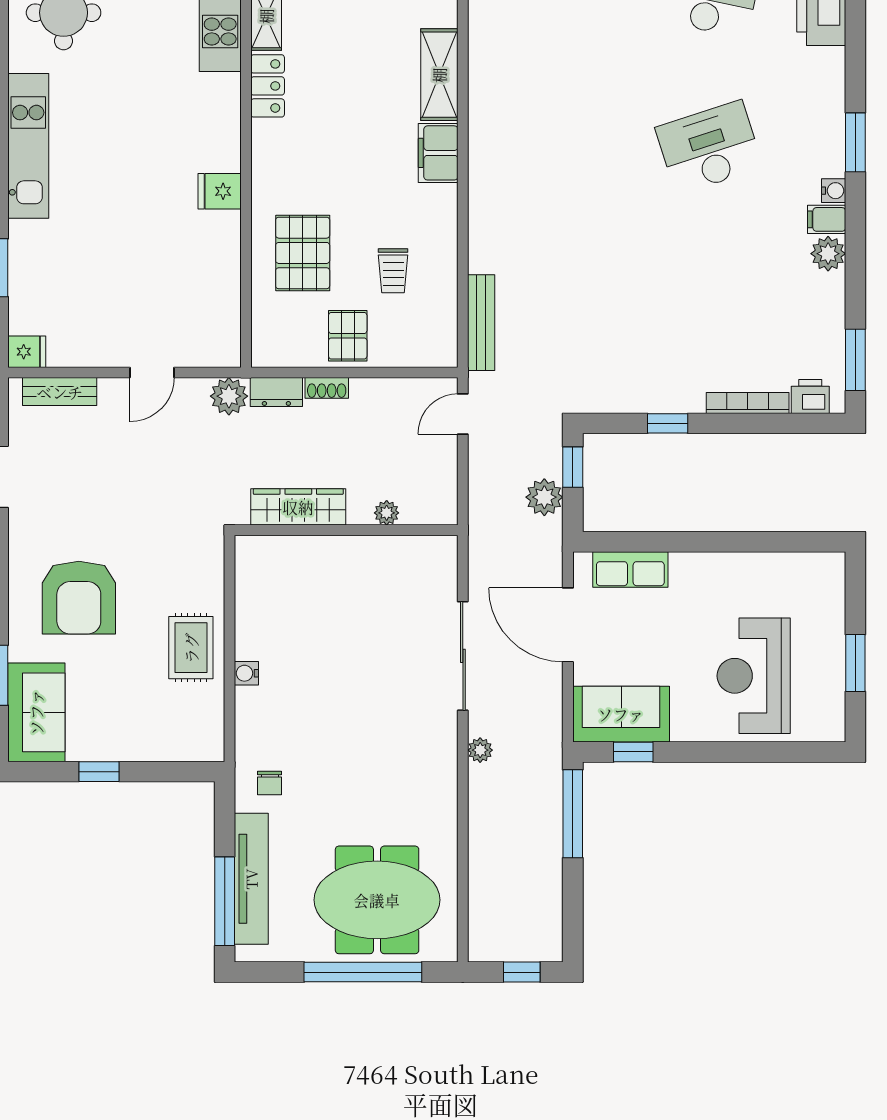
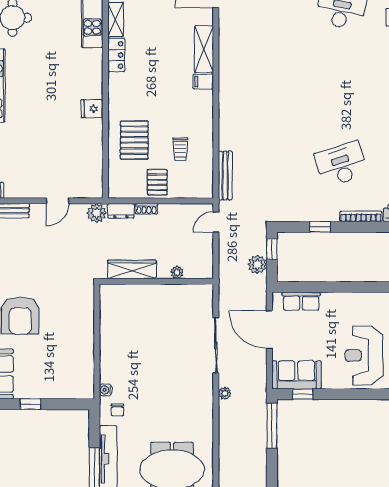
desk: (709, 147) -> (341, 164), moved
filing cabinet: (438, 153) -> (203, 82), width x0.50
rug: (191, 648) -> (77, 341), removed
water cooler: (246, 673) -> (106, 390), moved

